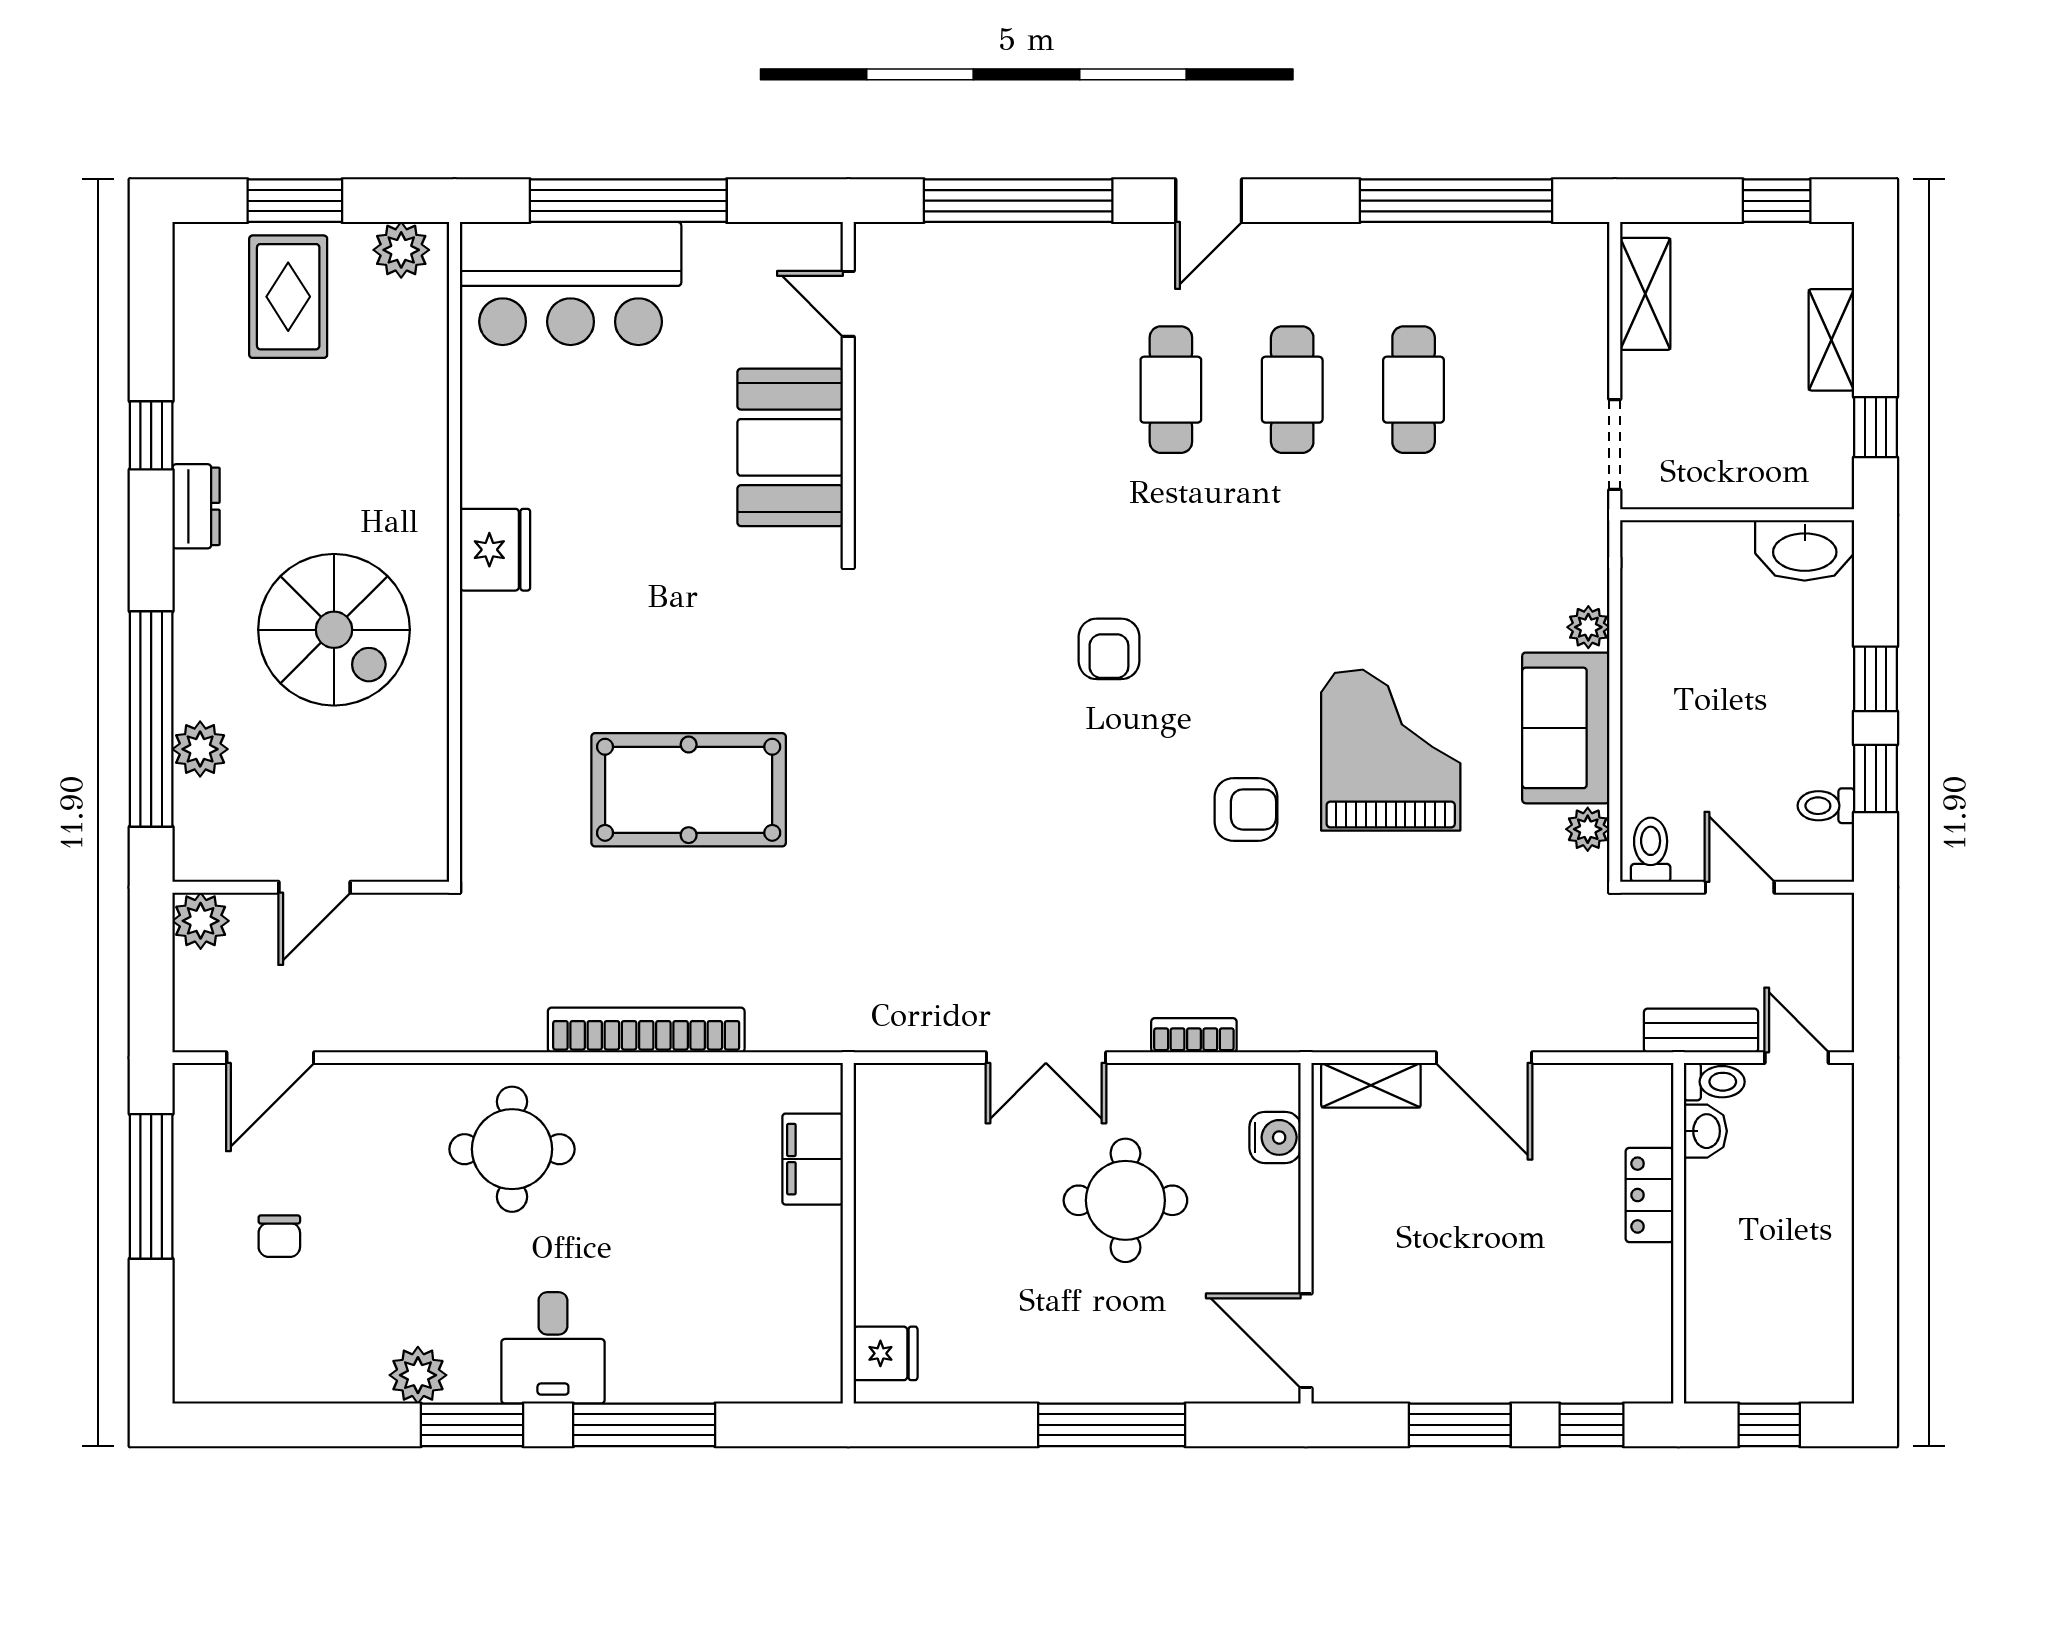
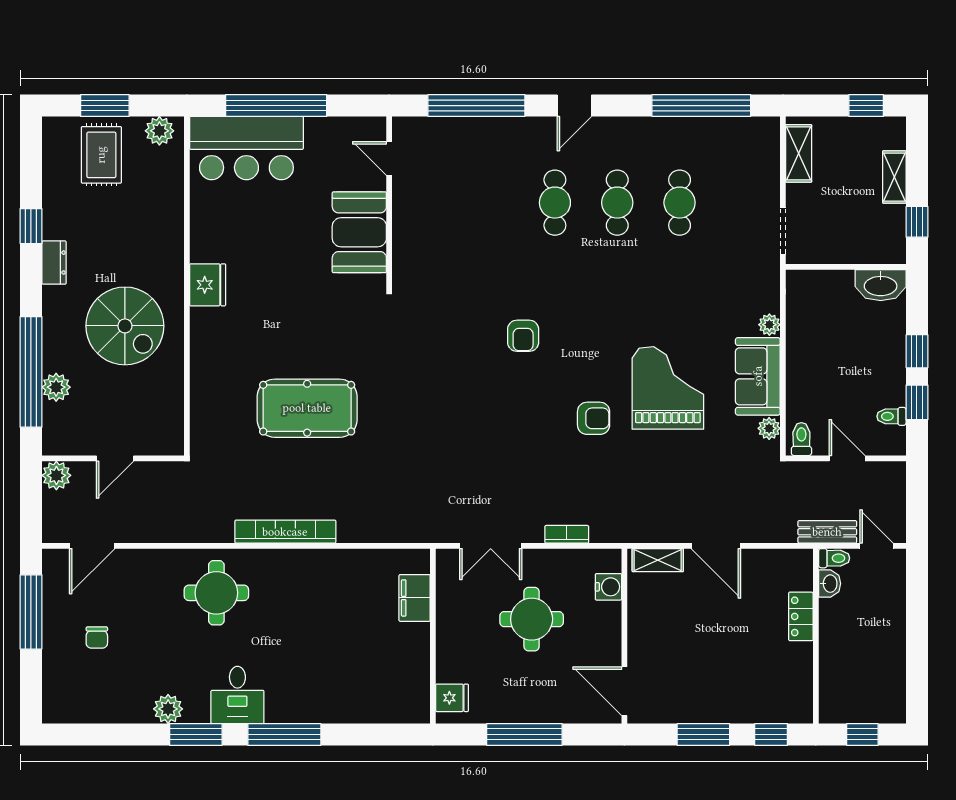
filing cabinet: (813, 1159) -> (415, 598), moved
wall: (848, 1233) -> (433, 636), moved
fridge: (886, 1353) -> (452, 698), moved

